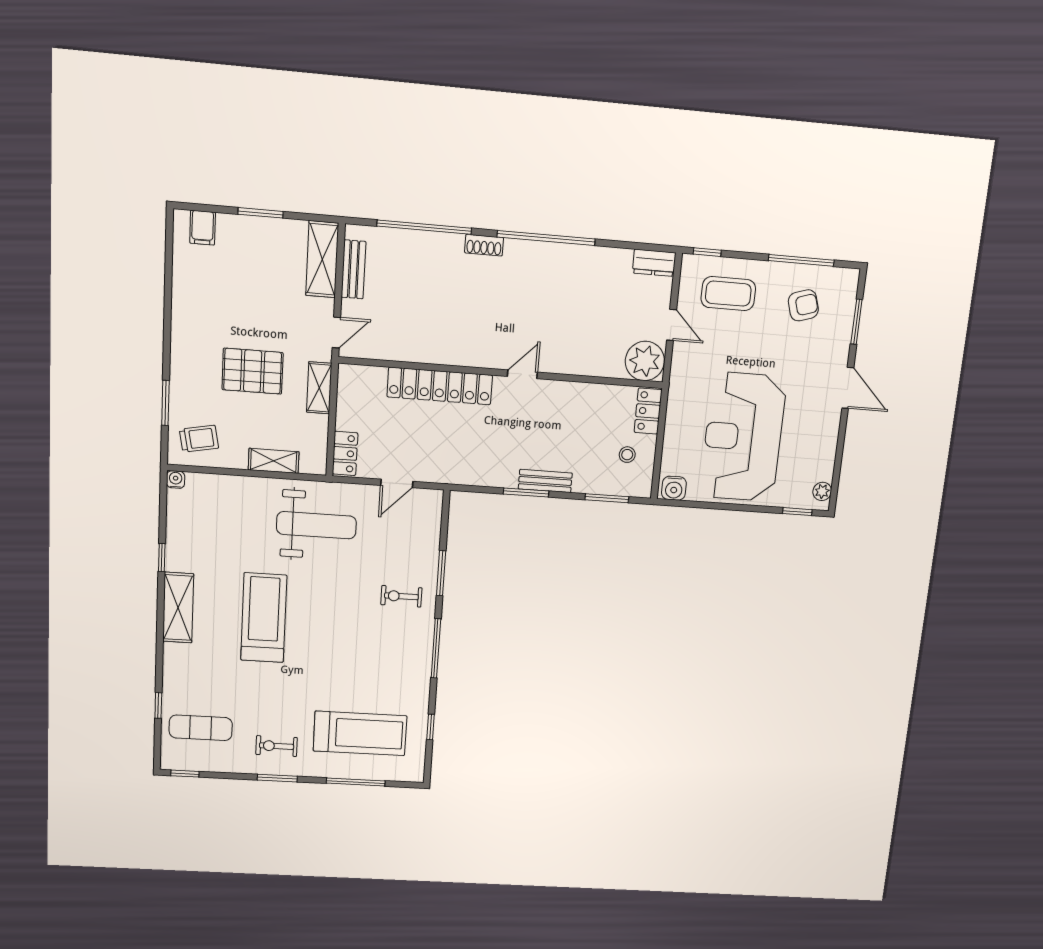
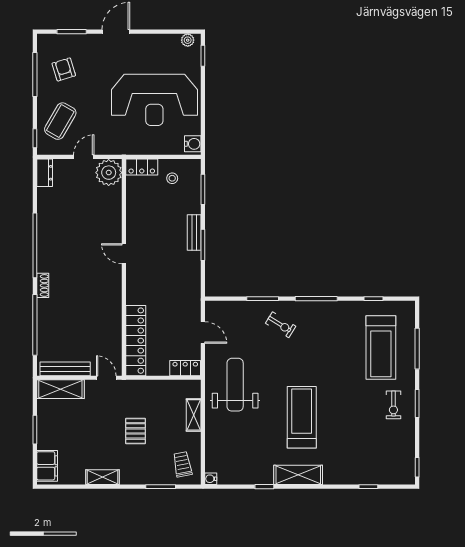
filing cabinet: (203, 228) -> (47, 466), width x2.00
bench: (354, 269) -> (65, 369), width x1.36
coffee table: (728, 294) -> (60, 121), turned 30
pallet: (253, 371) -> (136, 431), width x0.67, depth x0.71
locker: (440, 386) -> (136, 341), moved
shelving: (319, 388) -> (103, 477), moved
exercise bike: (401, 596) -> (281, 325), turned -58
treadmill: (264, 618) -> (302, 417), turned 90
exercise mat: (201, 728) -> (383, 457), removed
treadmill: (360, 733) -> (381, 348), turned 180

